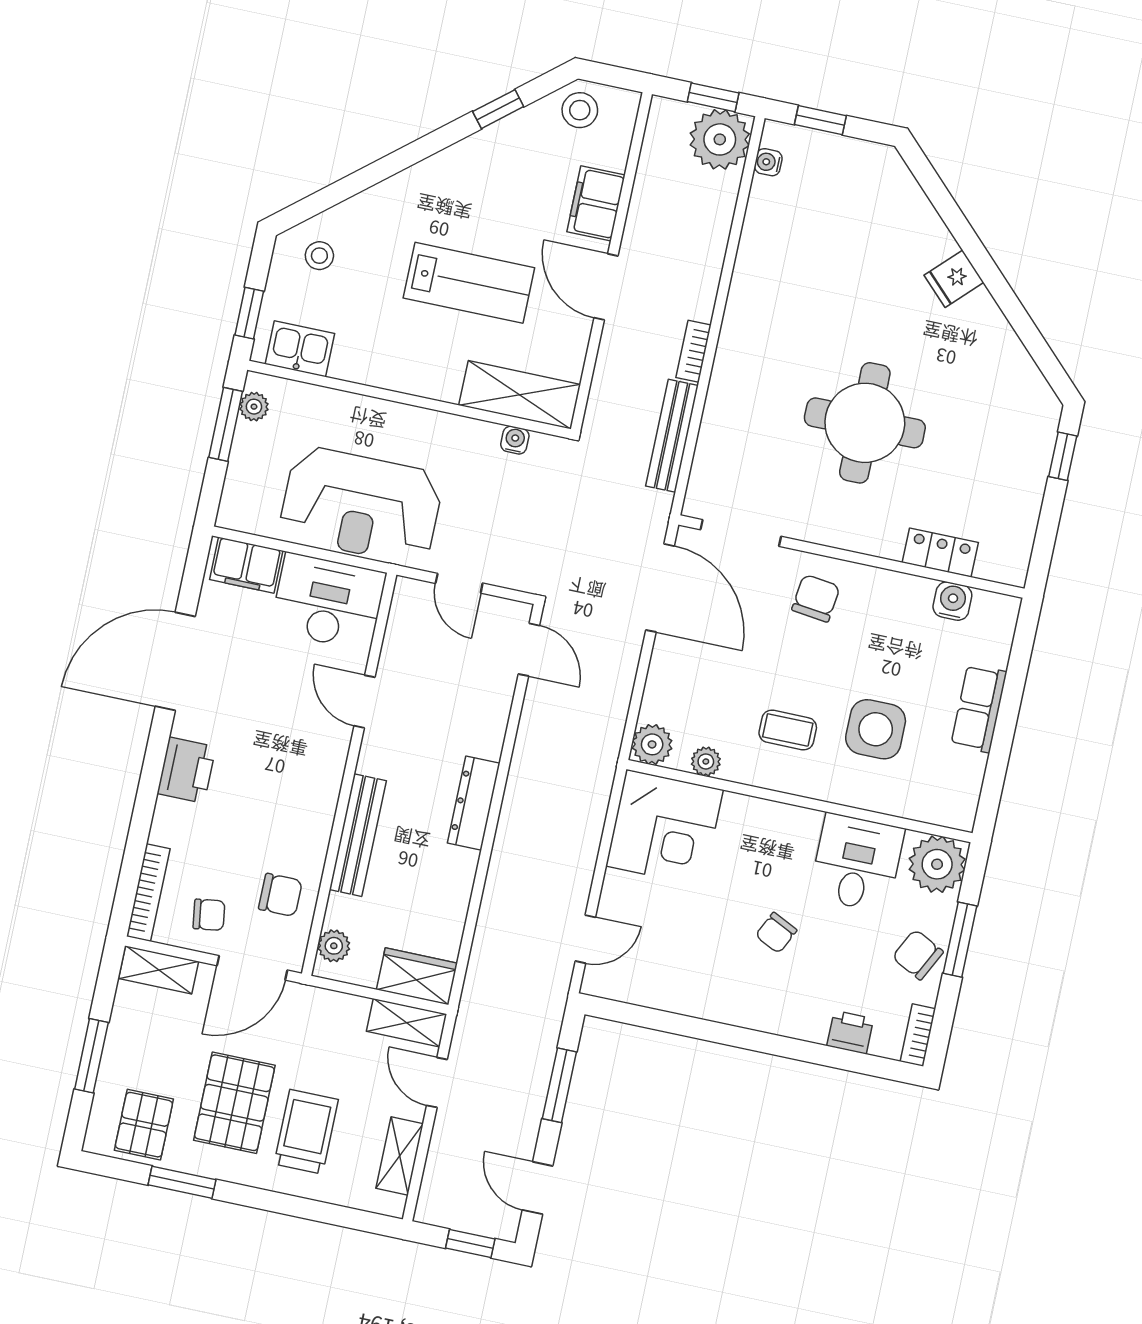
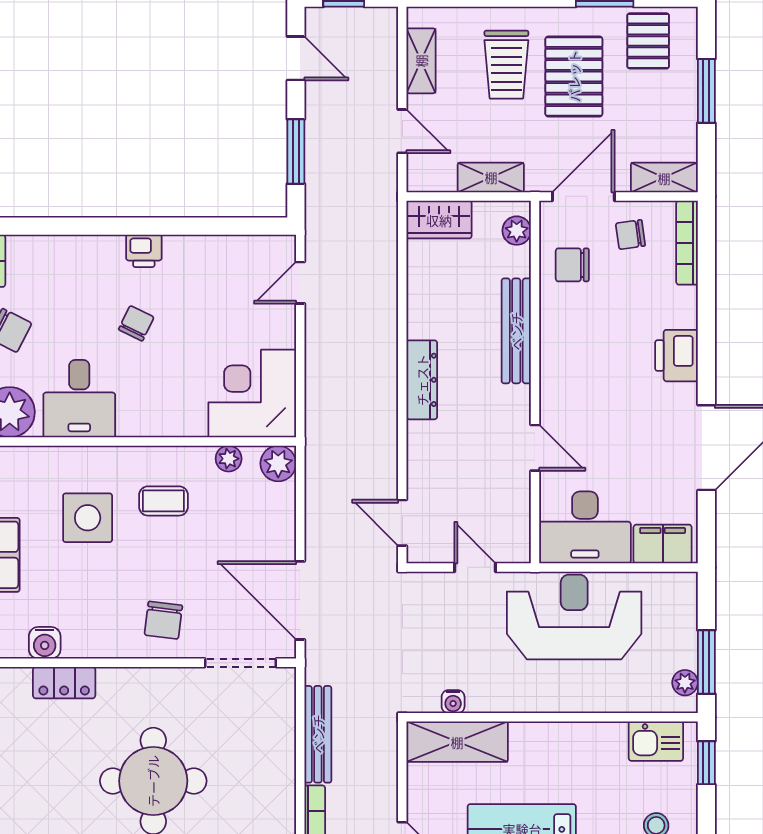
shelving: (407, 1023) -> (491, 177), moved
printer: (850, 1032) -> (144, 251), moved

